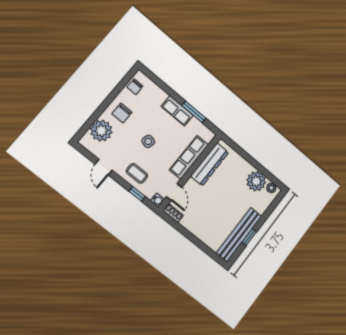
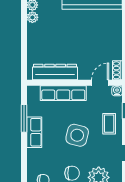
side table: (148, 141) -> (77, 135), width x1.87, depth x1.87
plant: (256, 181) -> (32, 17), width x0.53, depth x0.53

